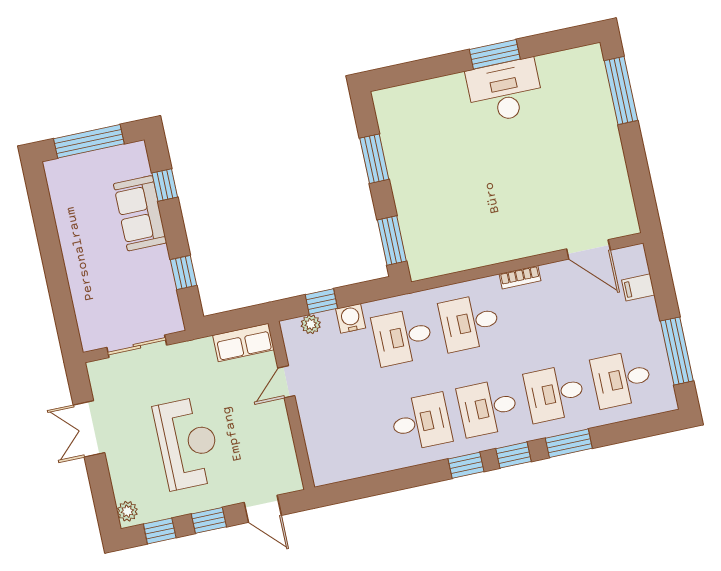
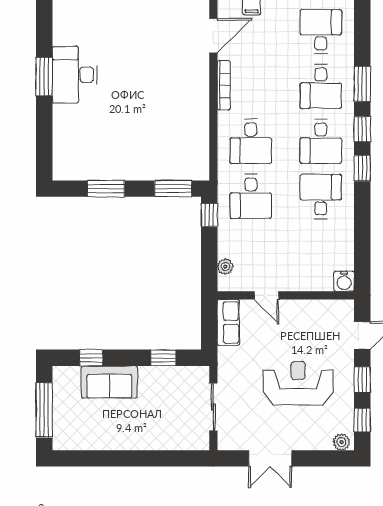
bookcase: (520, 277) -> (224, 85), width x1.56
window: (321, 302) -> (209, 215), moved
water cooler: (351, 318) -> (344, 281), moved, turned -90
desk: (622, 379) -> (321, 31), turned 180

